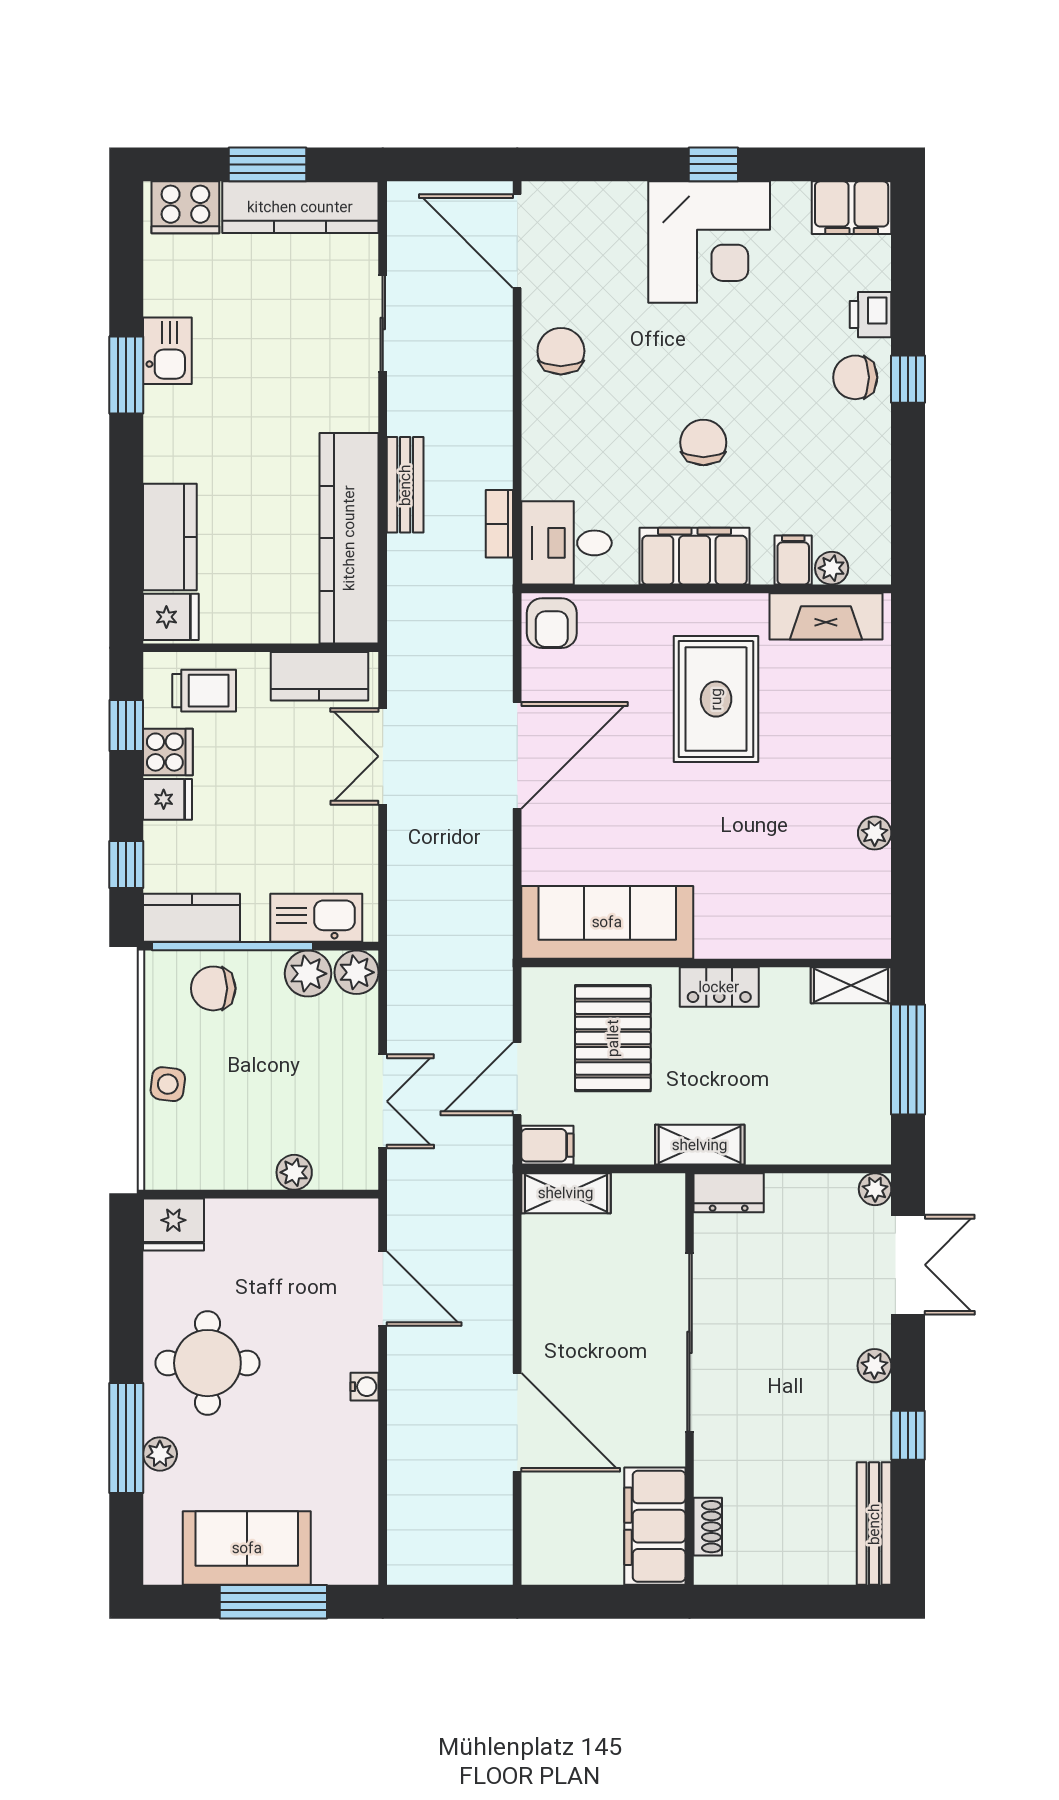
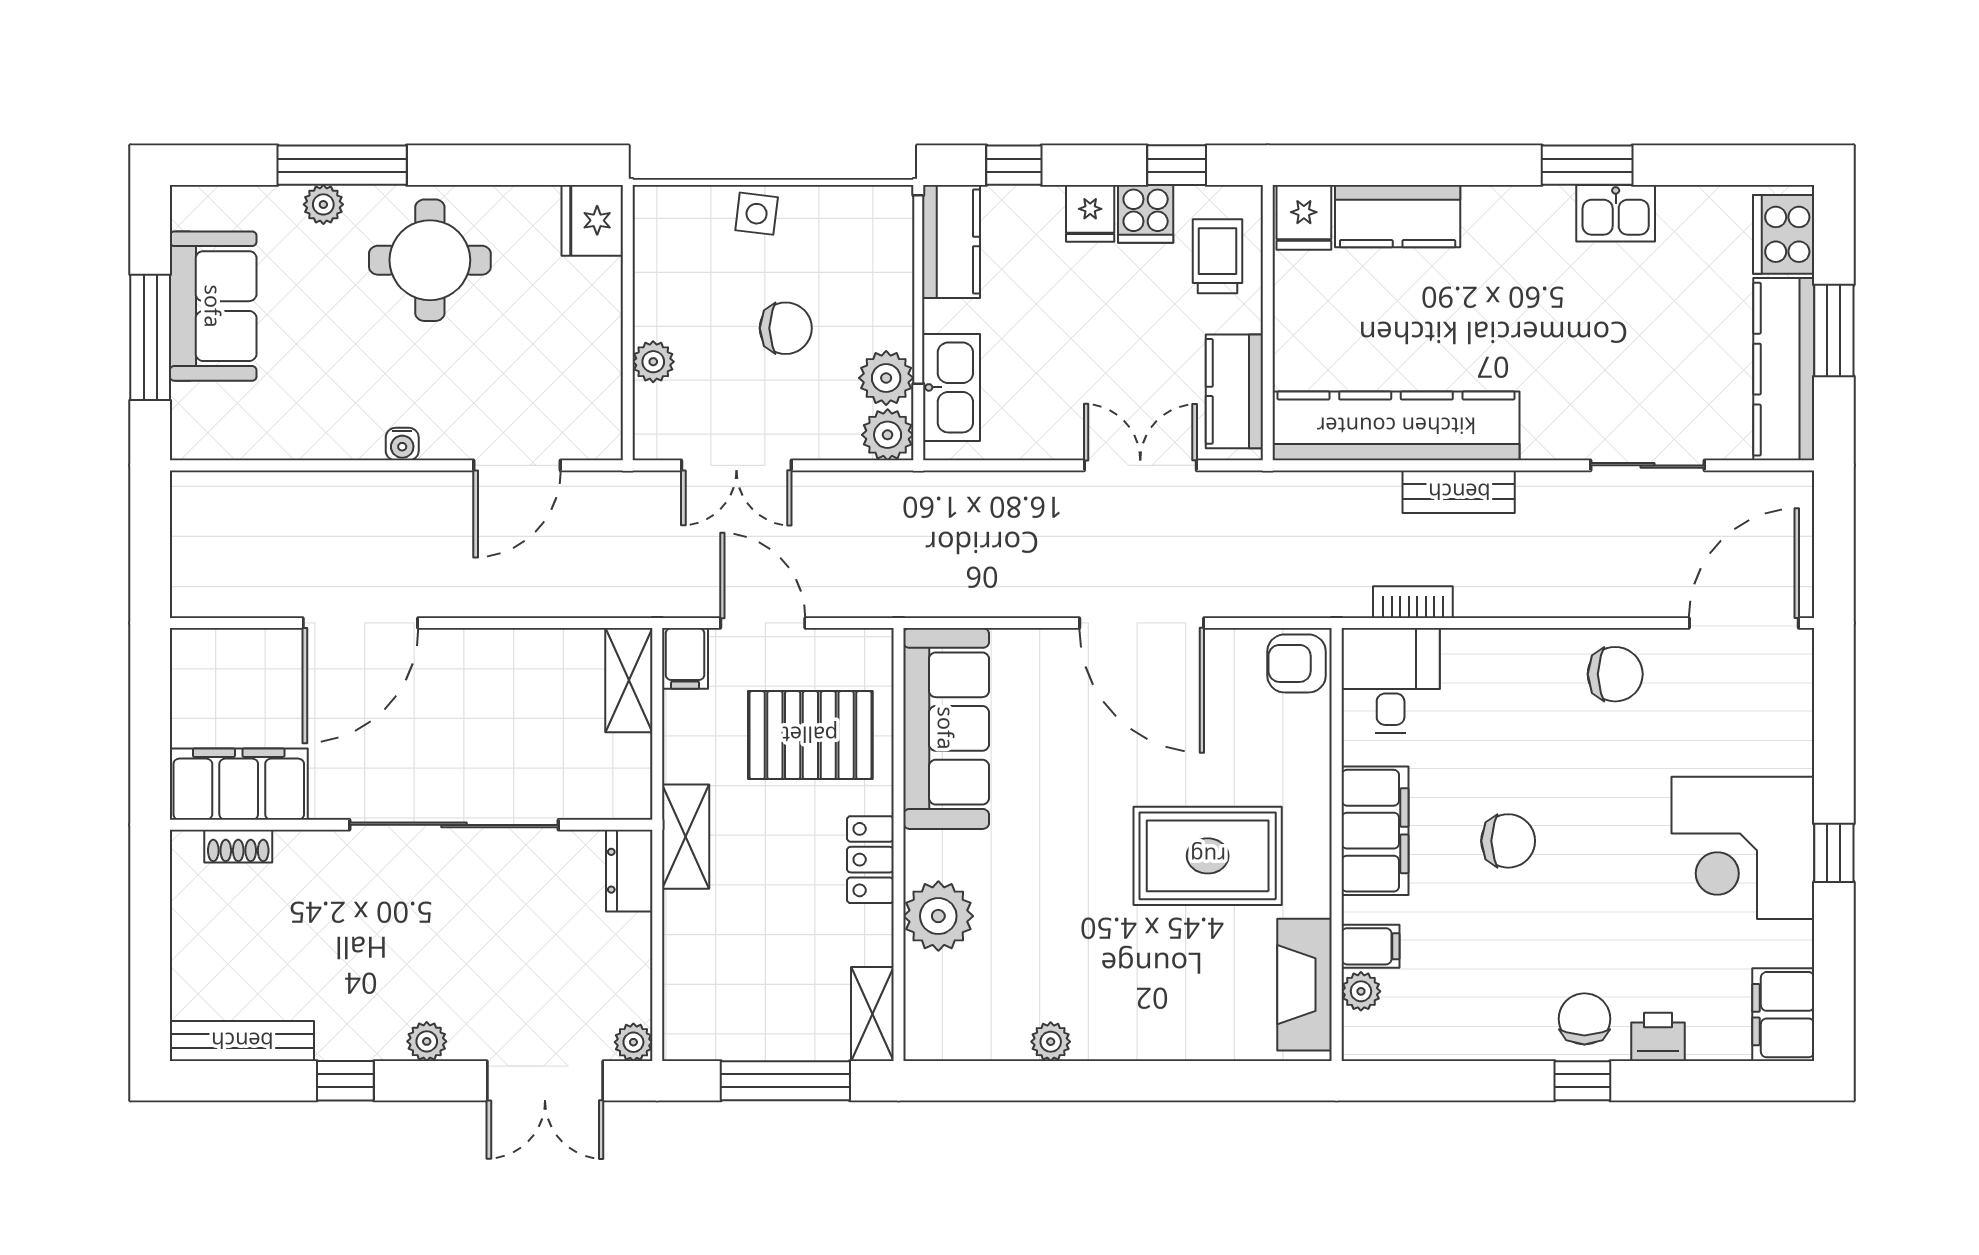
trolley: (204, 691) -> (1218, 256), turned 180
plant: (767, 929) -> (938, 916), added
chair: (213, 988) -> (786, 328), moved, turned 90

